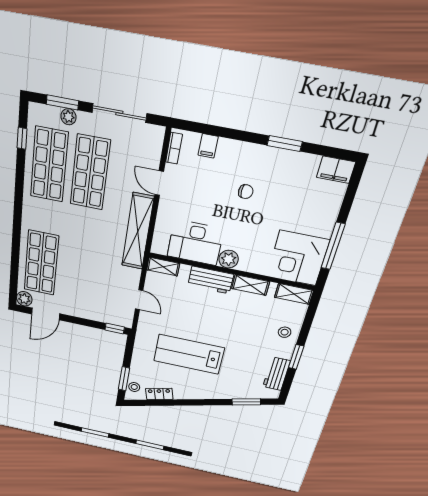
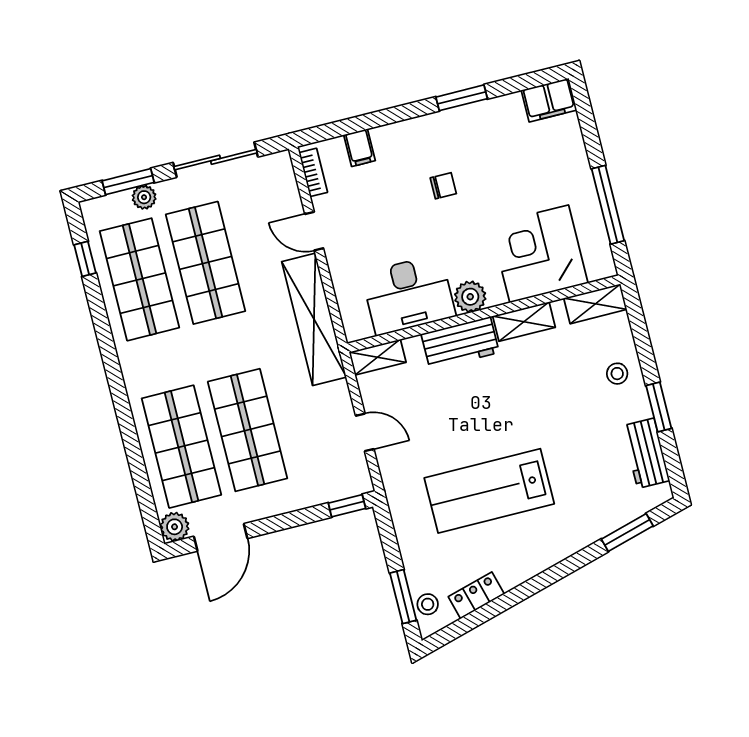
corner desk: (298, 258) -> (539, 254), moved, turned 90
shop shelf: (79, 271) -> (248, 430), added

